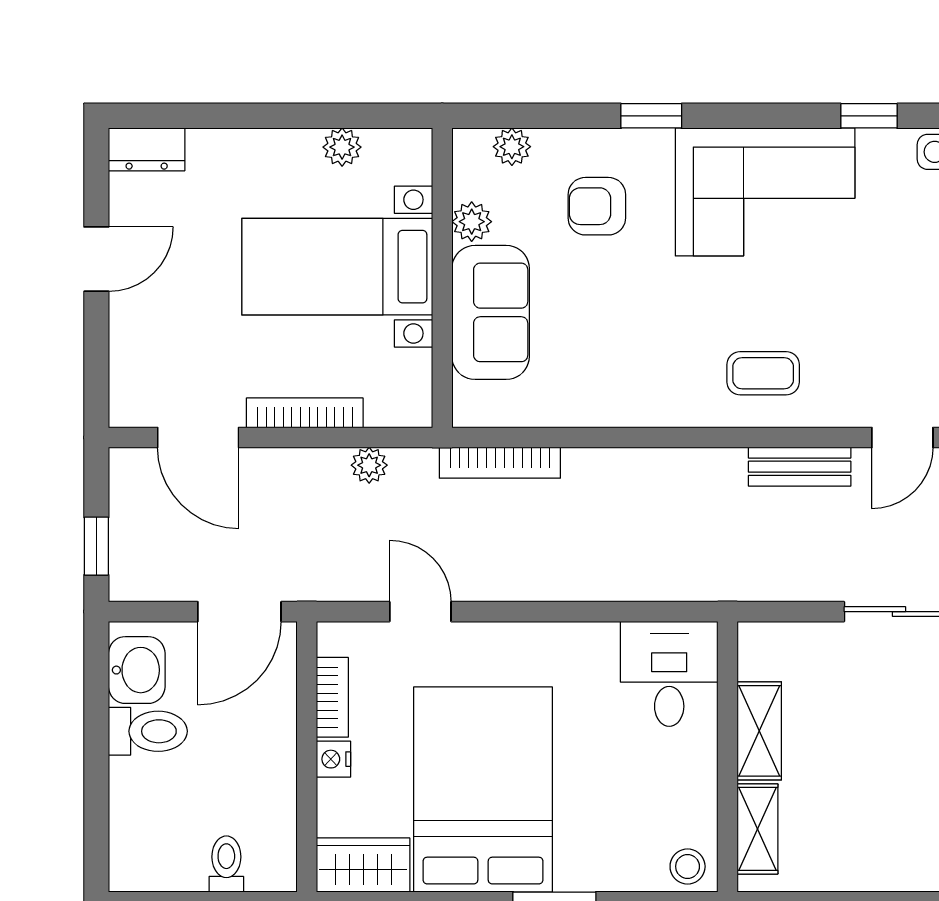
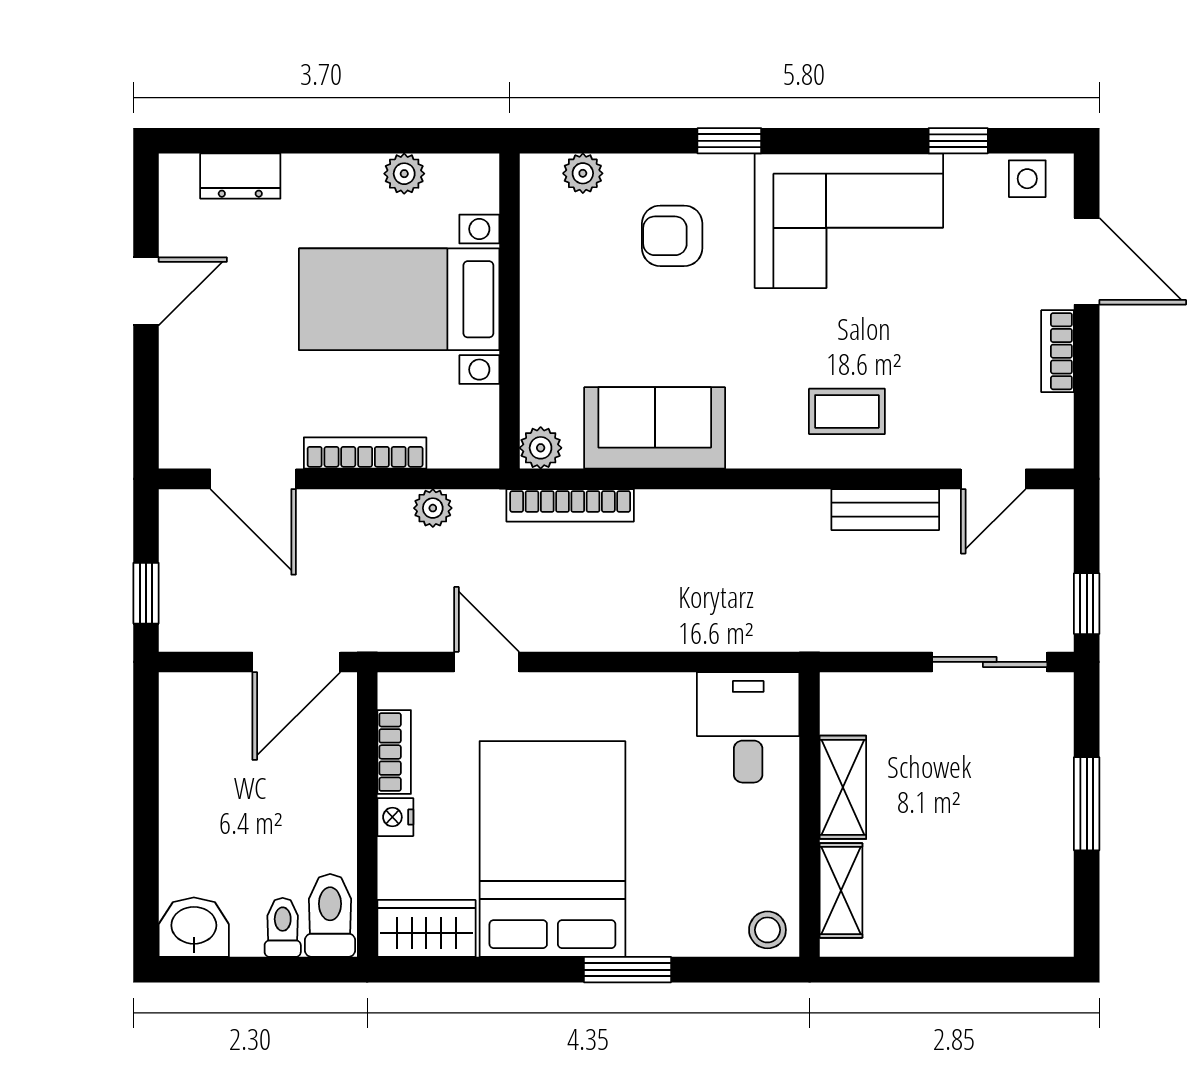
dresser: (147, 149) -> (240, 176), moved
plant: (472, 222) -> (541, 448), moved
sofa: (491, 312) -> (655, 428), moved, turned -90
washbasin: (137, 670) -> (194, 927), moved, turned -90
toilet: (148, 731) -> (330, 915), moved, turned -90

